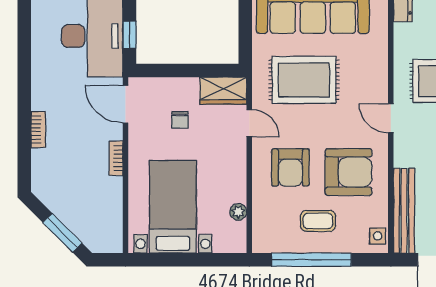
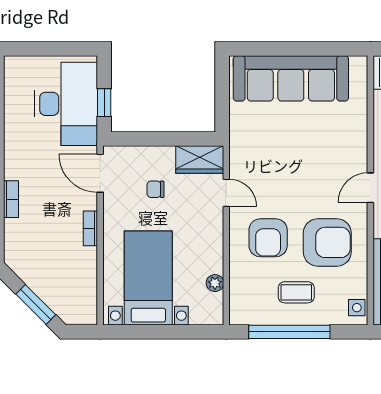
rug: (304, 80) -> (282, 149), removed
door: (391, 118) -> (370, 188), hinge flipped
chair: (180, 120) -> (155, 189), turned 90

